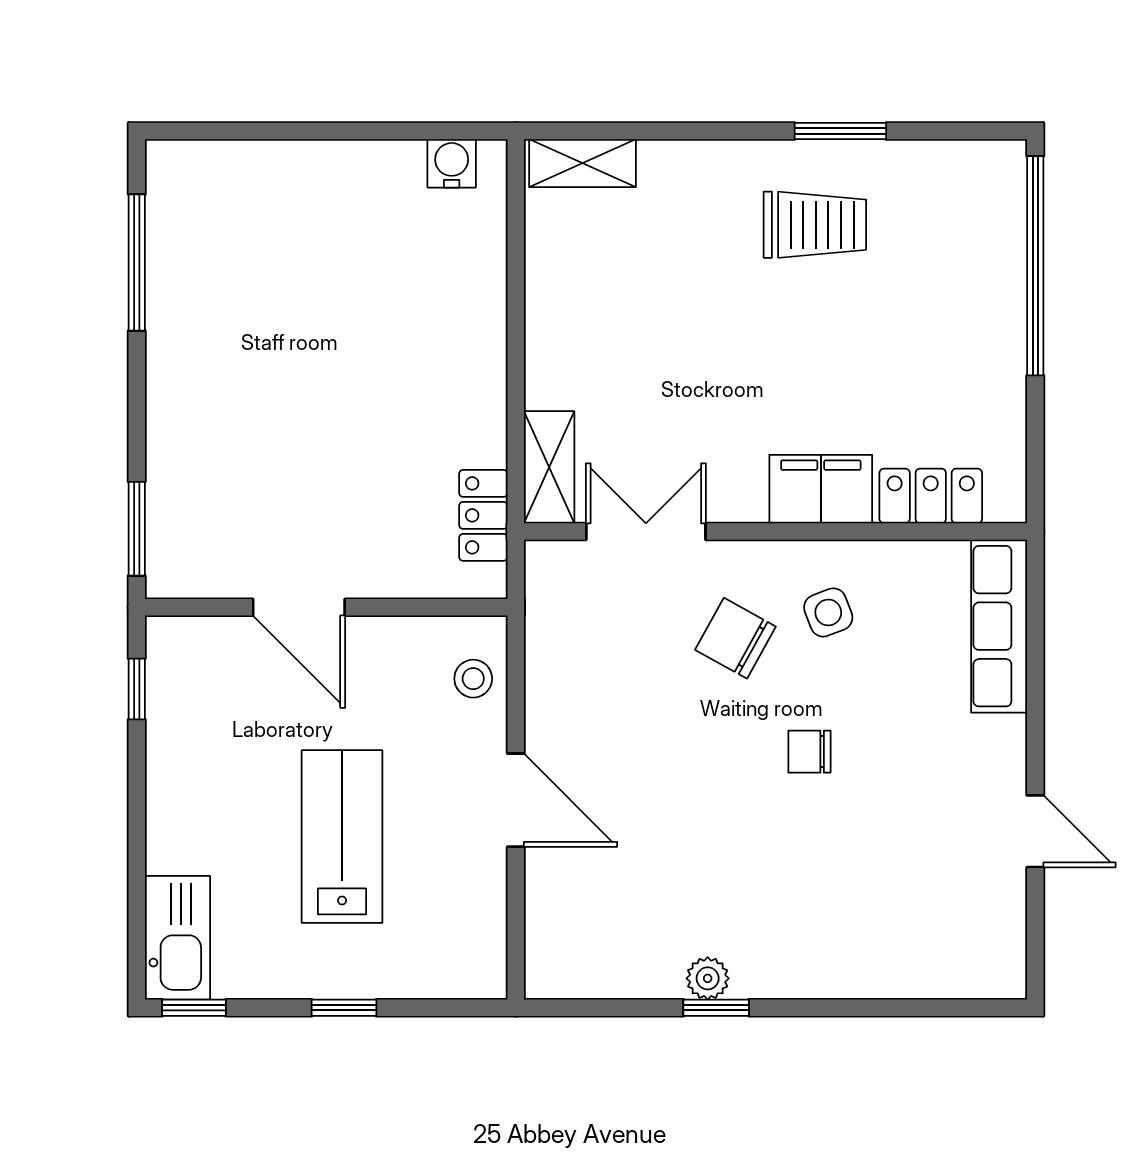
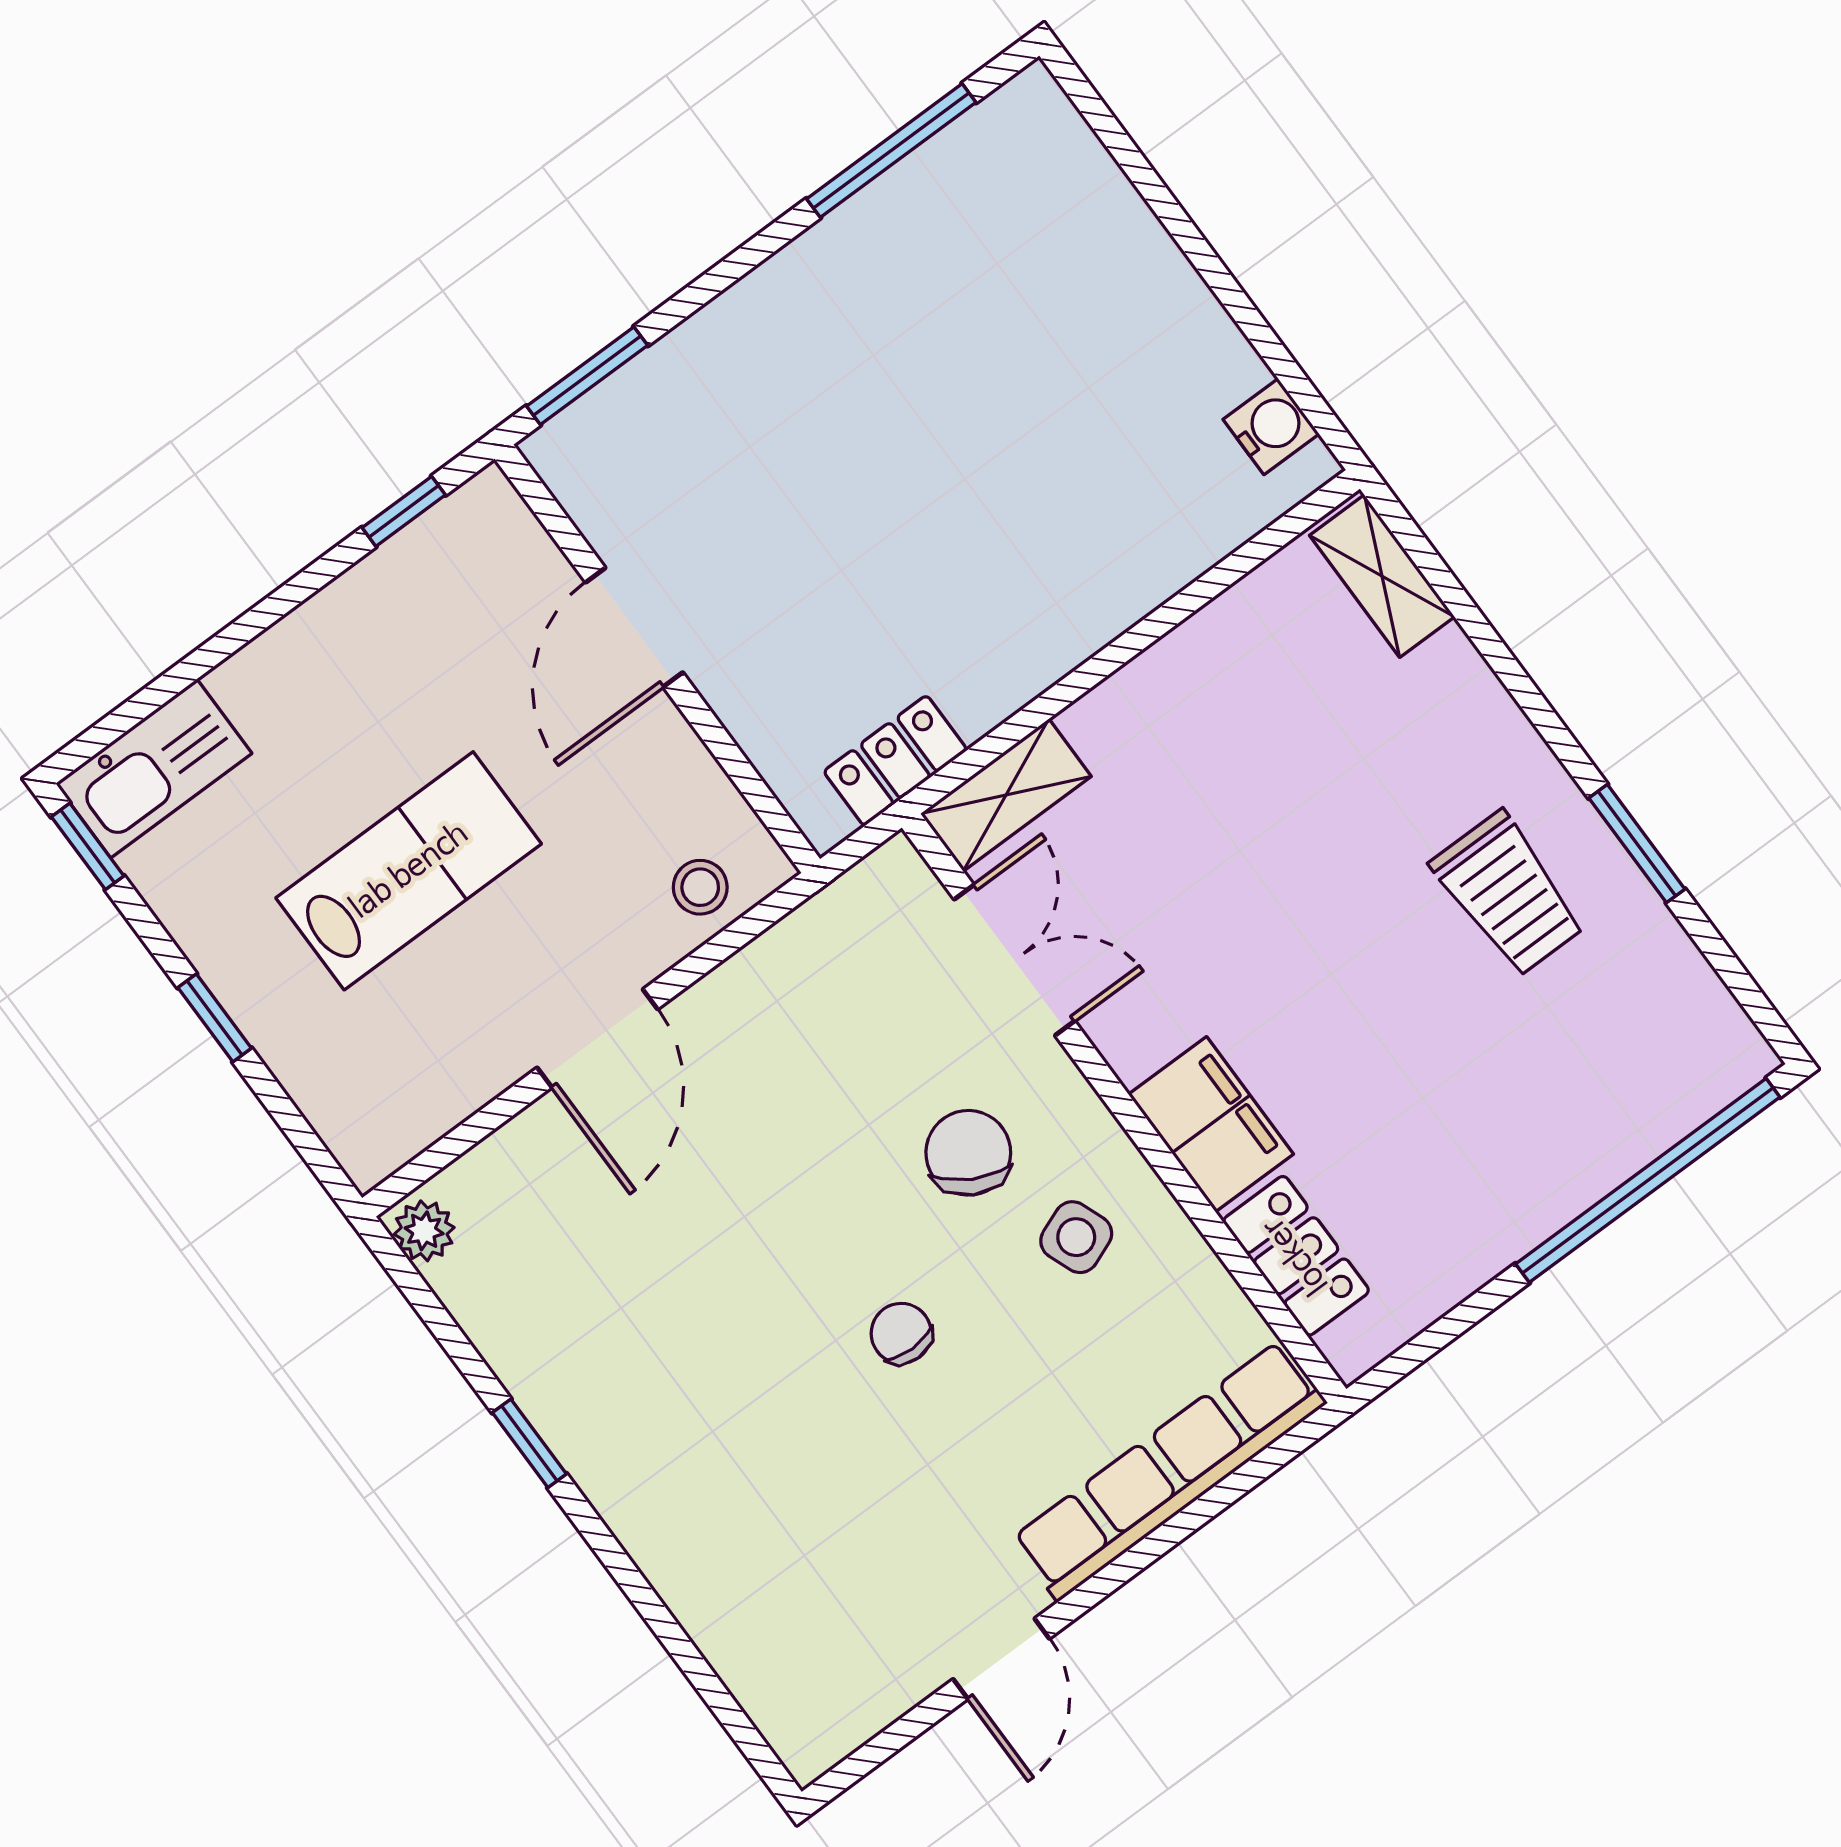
row of seats: (999, 626) -> (1169, 1471), width x1.36
plant: (708, 978) -> (424, 1231), moved

